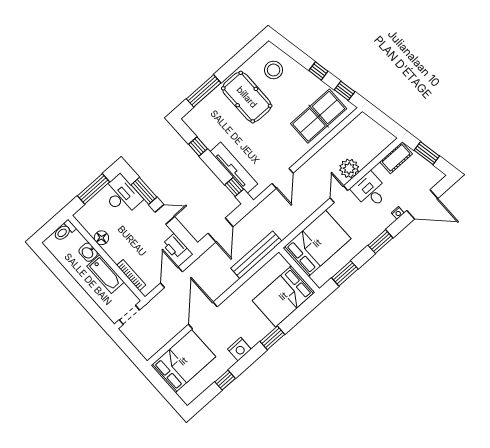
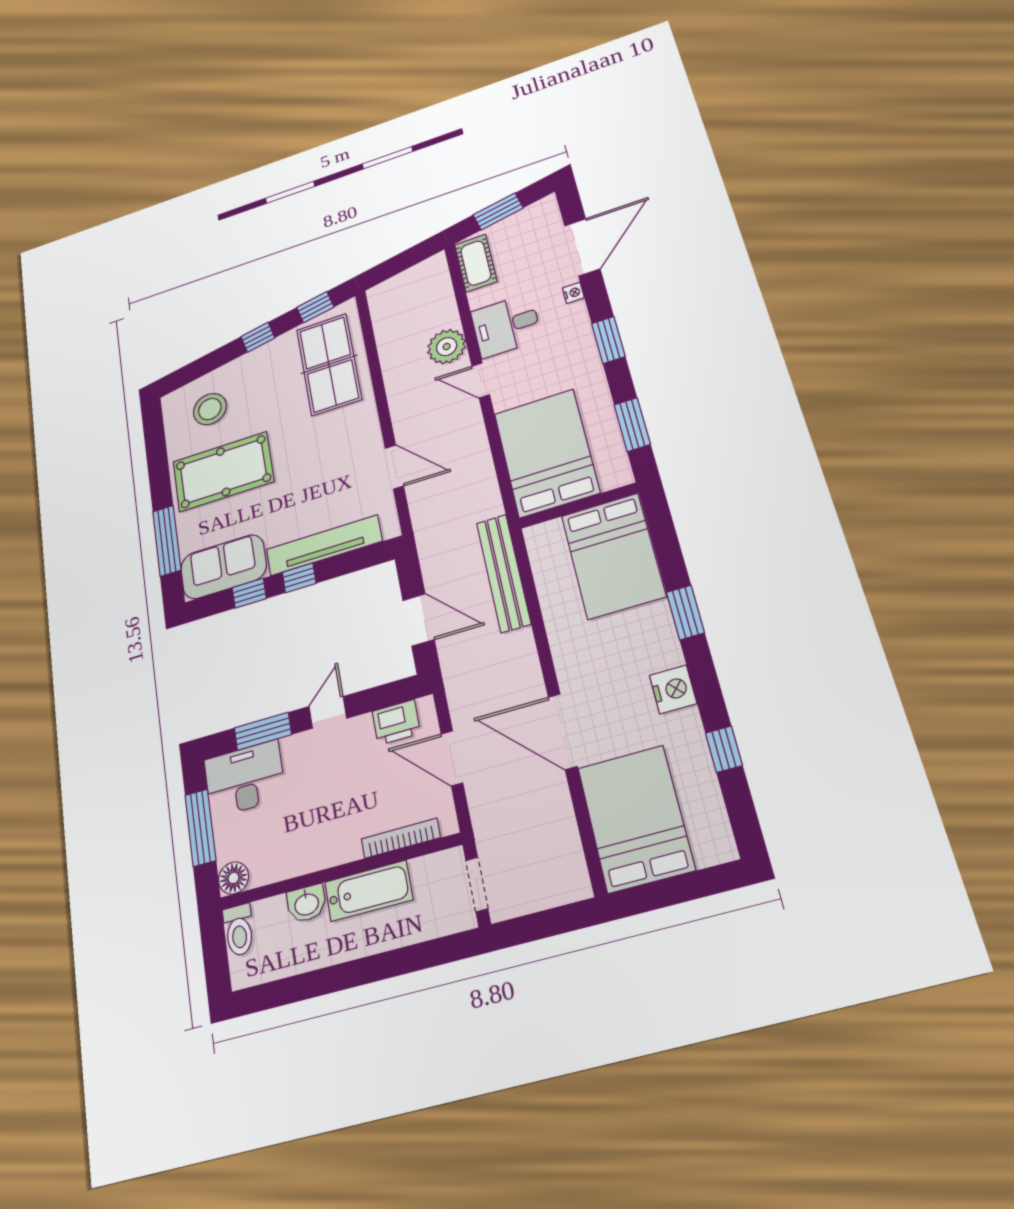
sofa: (204, 126) -> (223, 567), added
window: (234, 187) -> (299, 578), moved
floor lamp: (101, 238) -> (234, 878), moved

